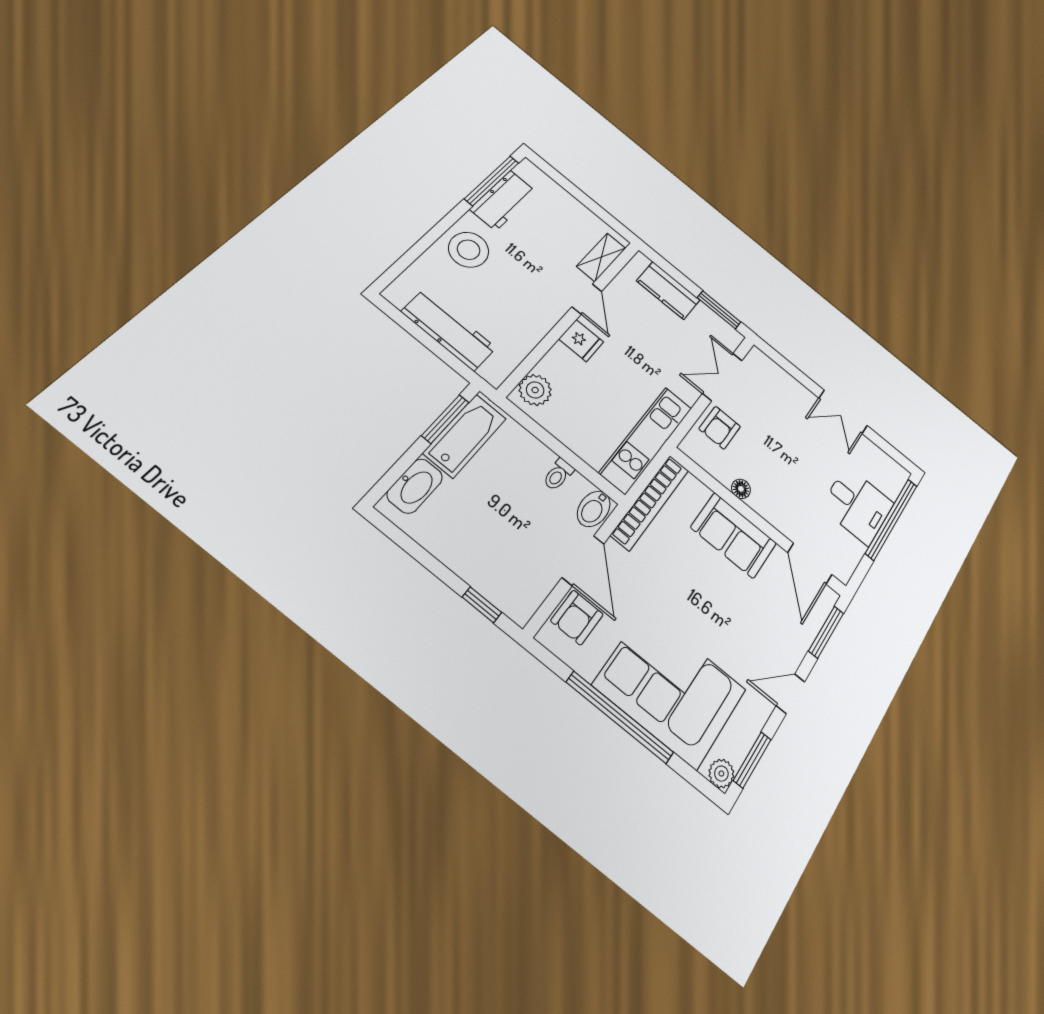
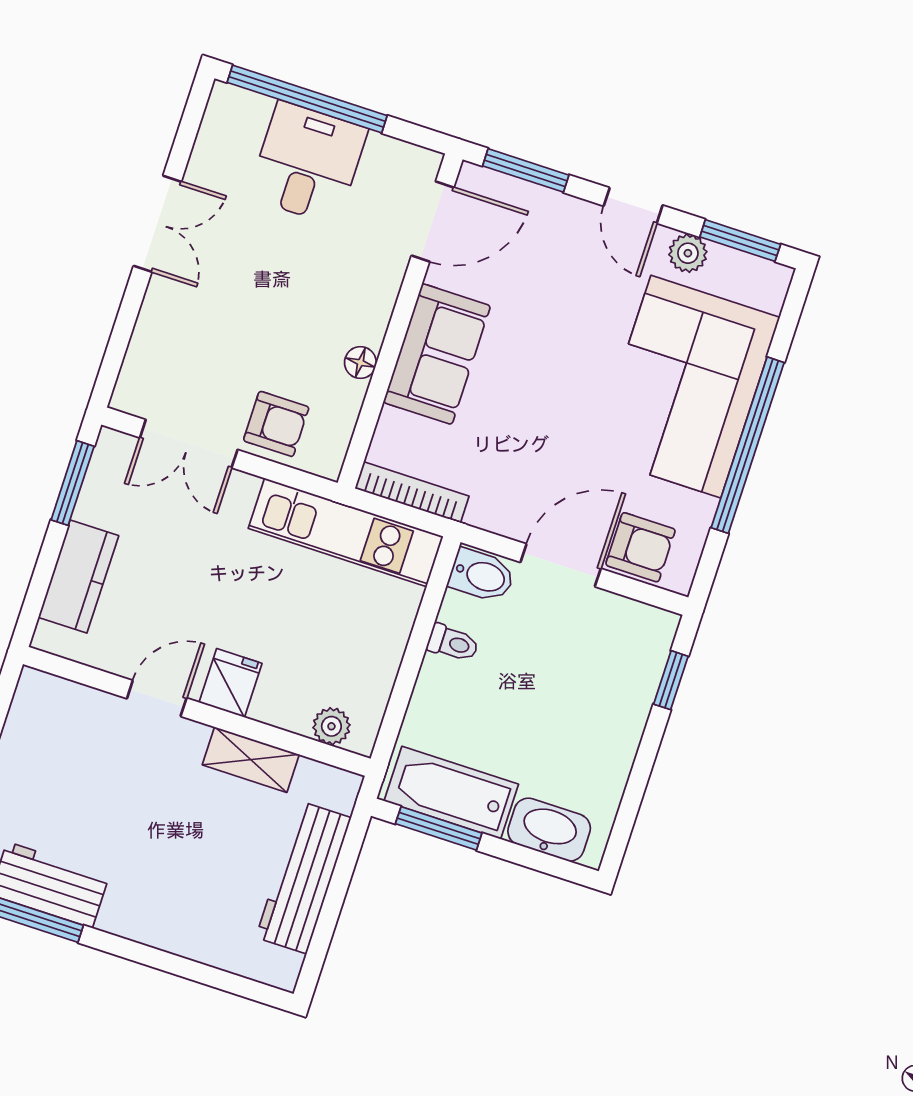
stool: (469, 250) -> (161, 902), removed
shelving: (601, 257) -> (251, 760), moved
plant: (535, 390) -> (331, 726), width x0.73, depth x0.73
bookcase: (650, 502) -> (412, 492), width x0.68, depth x0.76
plant: (721, 774) -> (688, 253), moved

